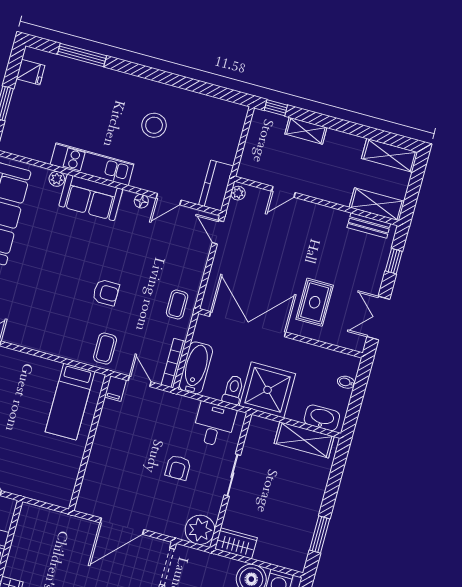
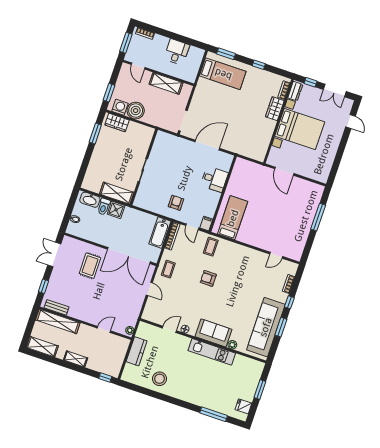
stool: (154, 125) -> (160, 379), moved
shelving: (306, 131) -> (76, 359), moved
kitchen counter: (216, 185) -> (137, 351), moved
shelving: (377, 204) -> (58, 321), width x1.47
door: (218, 232) -> (149, 289), moved
double door: (378, 318) -> (54, 254), swing flipped
toilet: (233, 390) -> (104, 207), moved
shower: (267, 390) -> (116, 210), width x0.54, depth x0.54
desk: (214, 425) -> (214, 179), moved, turned -90
shelving: (304, 440) -> (117, 193), moved
armchair: (178, 468) -> (176, 203), moved
plant: (200, 530) -> (163, 140), removed
wardrobe: (236, 543) -> (117, 123), moved

